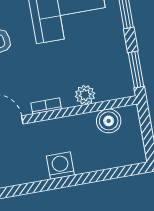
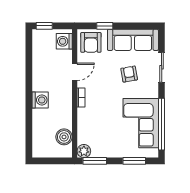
plant: (85, 95) -> (84, 151), moved

